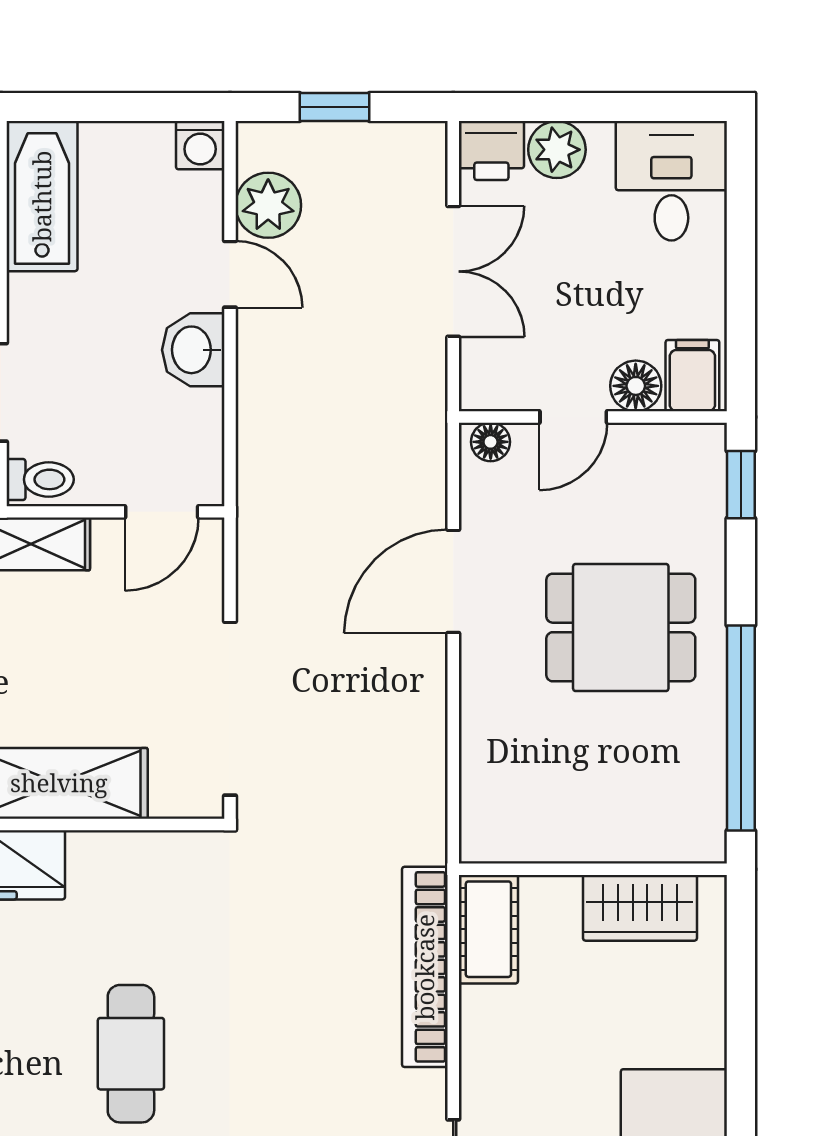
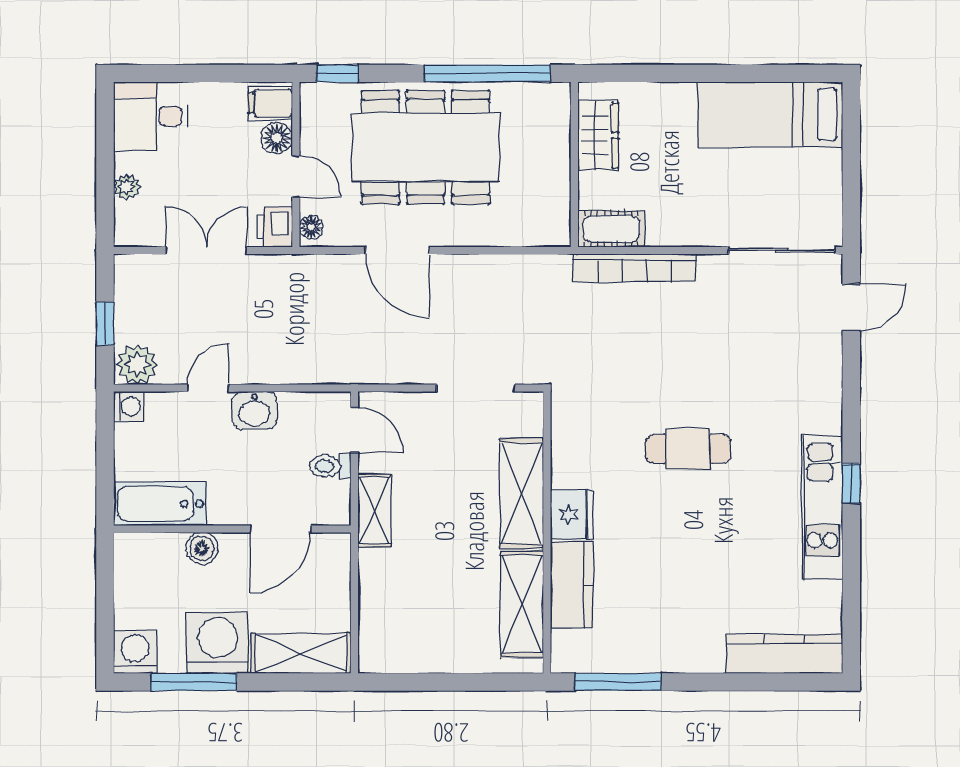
plant: (557, 150) -> (126, 187), width x0.73, depth x0.73
printer: (491, 151) -> (274, 227), moved, turned 180
plant: (268, 205) -> (137, 364), moved
toilet: (40, 479) -> (330, 466), moved, turned -90
dining table: (621, 627) -> (426, 147), width x1.88, depth x1.24
doorway: (230, 709) -> (476, 388), width x0.73

